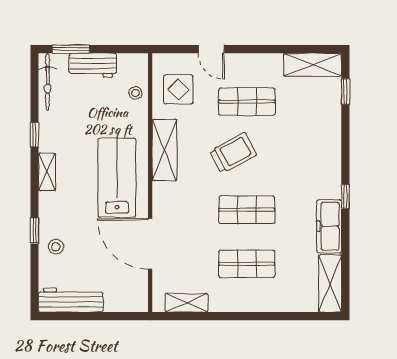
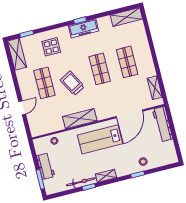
bicycle: (48, 82) -> (81, 182), moved
display table: (178, 89) -> (51, 47), moved
freezer: (329, 226) -> (83, 28), moved
workbench: (71, 300) -> (163, 124), moved

